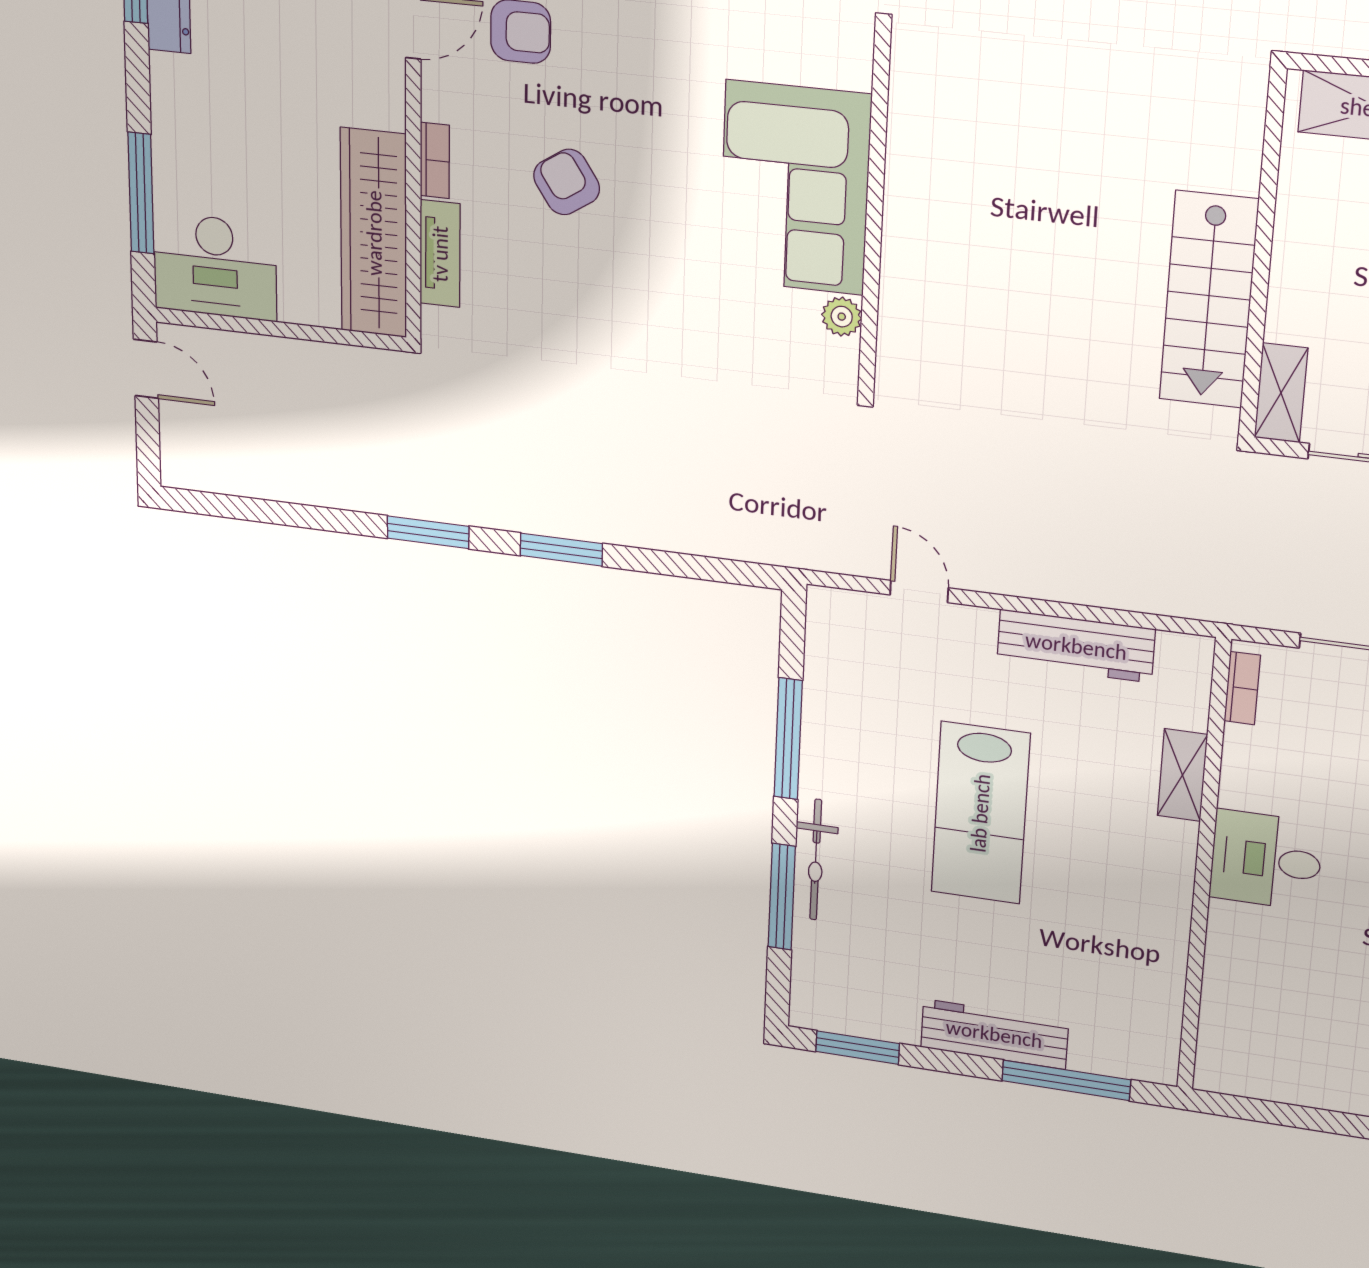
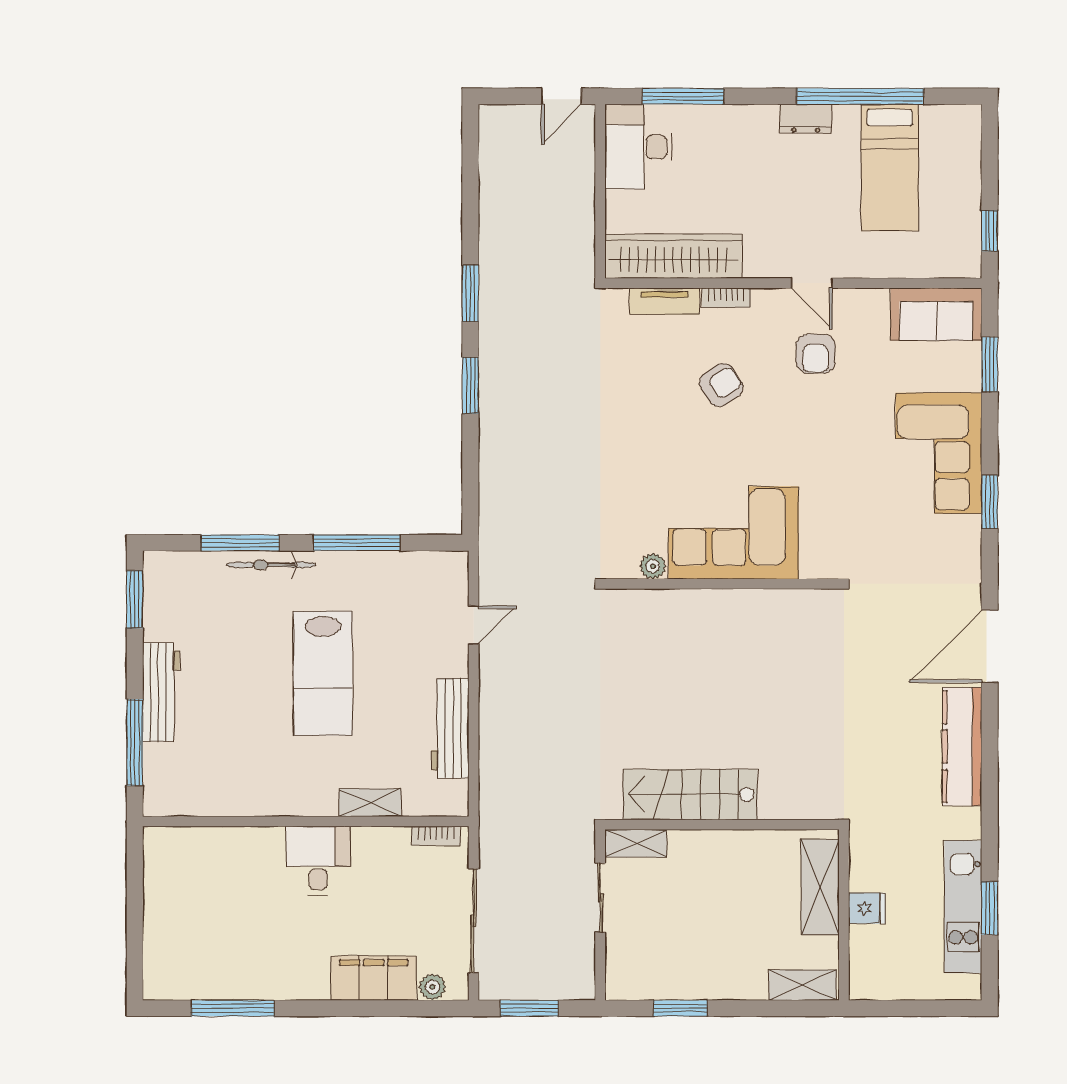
lab bench: (980, 813) -> (323, 673), turned -90

